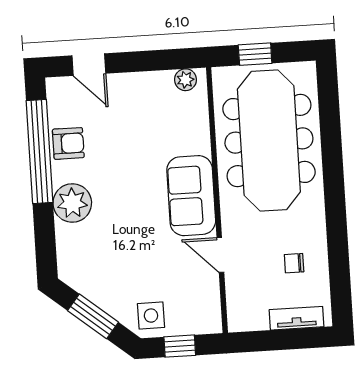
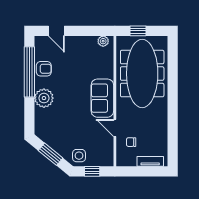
chair: (294, 263) -> (131, 142), moved

